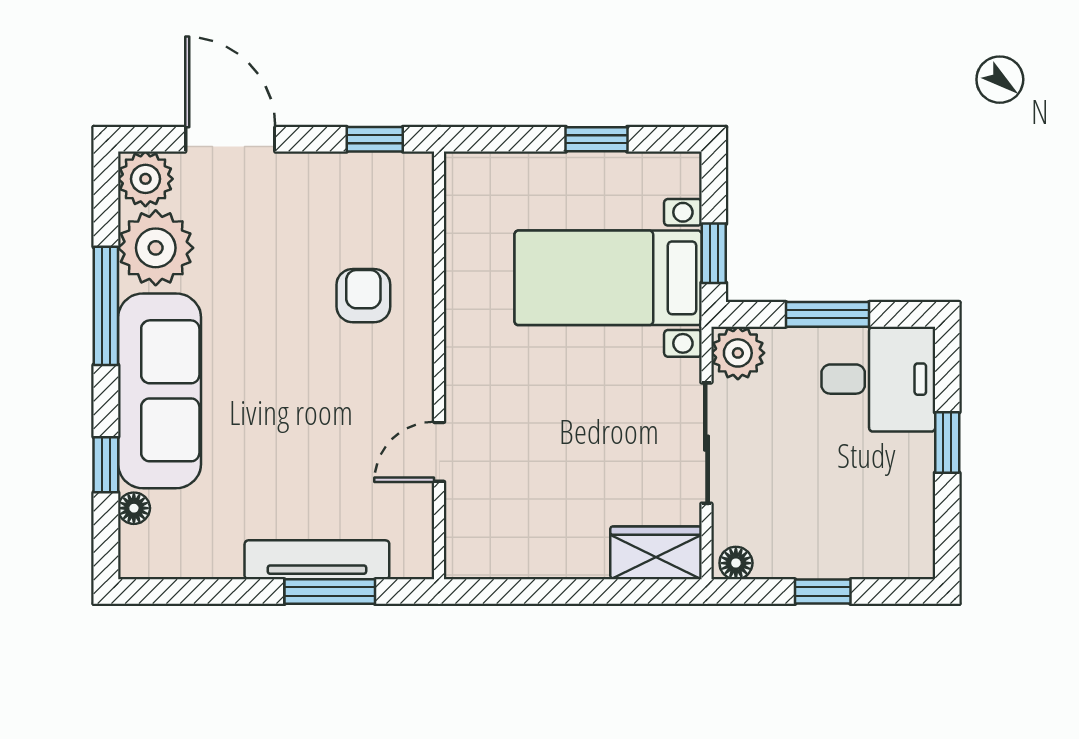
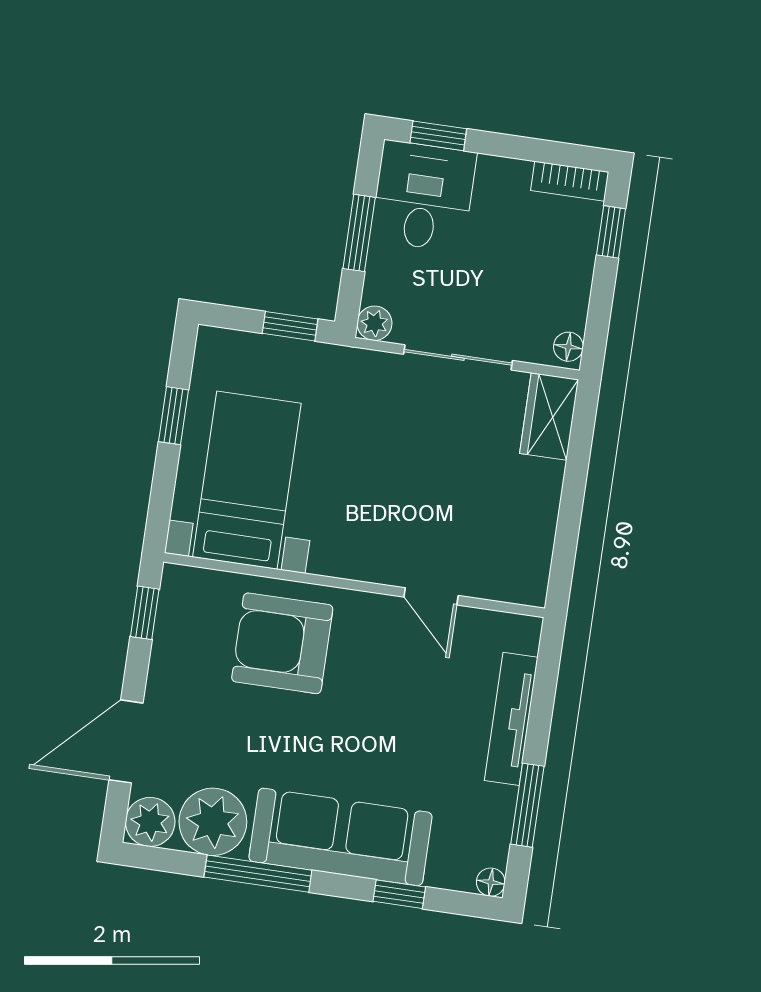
bed with nightstands: (608, 278) -> (247, 480), moved, turned 180
armchair: (363, 296) -> (282, 643), width x1.88, depth x1.88
plant: (738, 353) -> (375, 323), width x0.73, depth x0.73
window: (947, 442) -> (438, 136), moved
floor lamp: (134, 508) -> (491, 882), moved
bookcase: (918, 538) -> (570, 181), added
window: (330, 592) -> (527, 805), moved
window: (823, 592) -> (611, 232), moved

